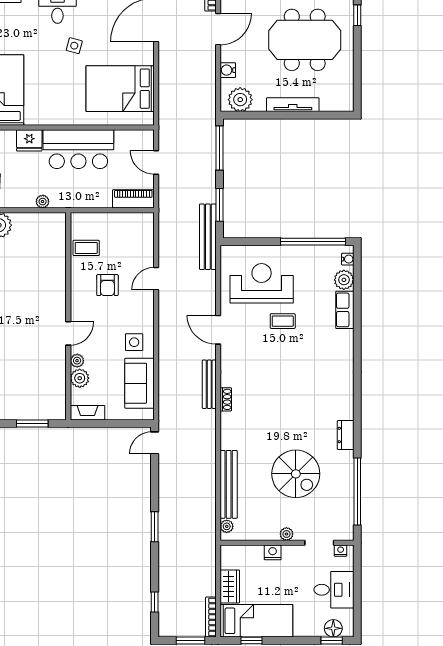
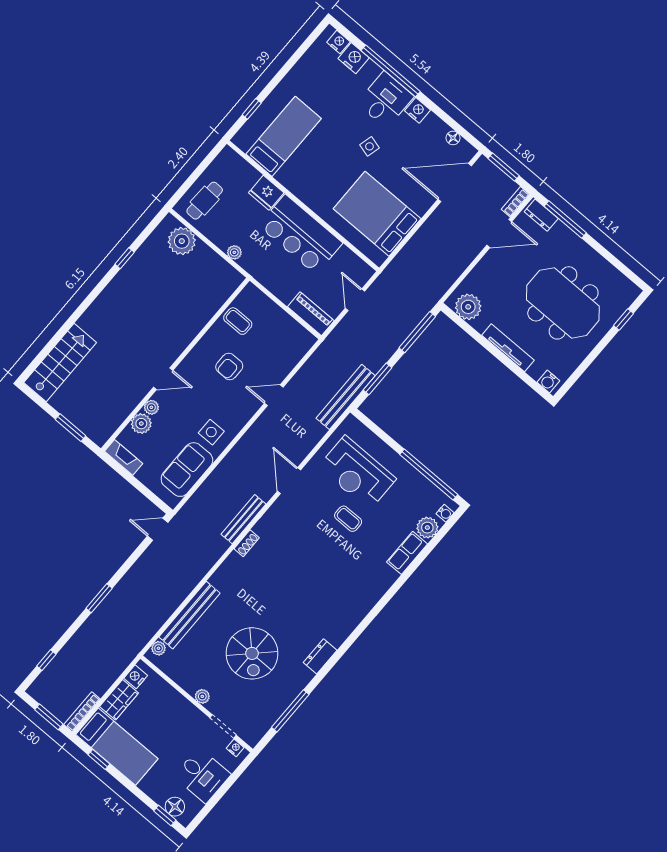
water cooler: (228, 70) -> (548, 381), moved, turned -90
reception desk: (262, 283) -> (357, 473), turned 180
window: (357, 491) -> (290, 711), width x0.68
nightstand: (273, 552) -> (136, 677), moved, turned -90

